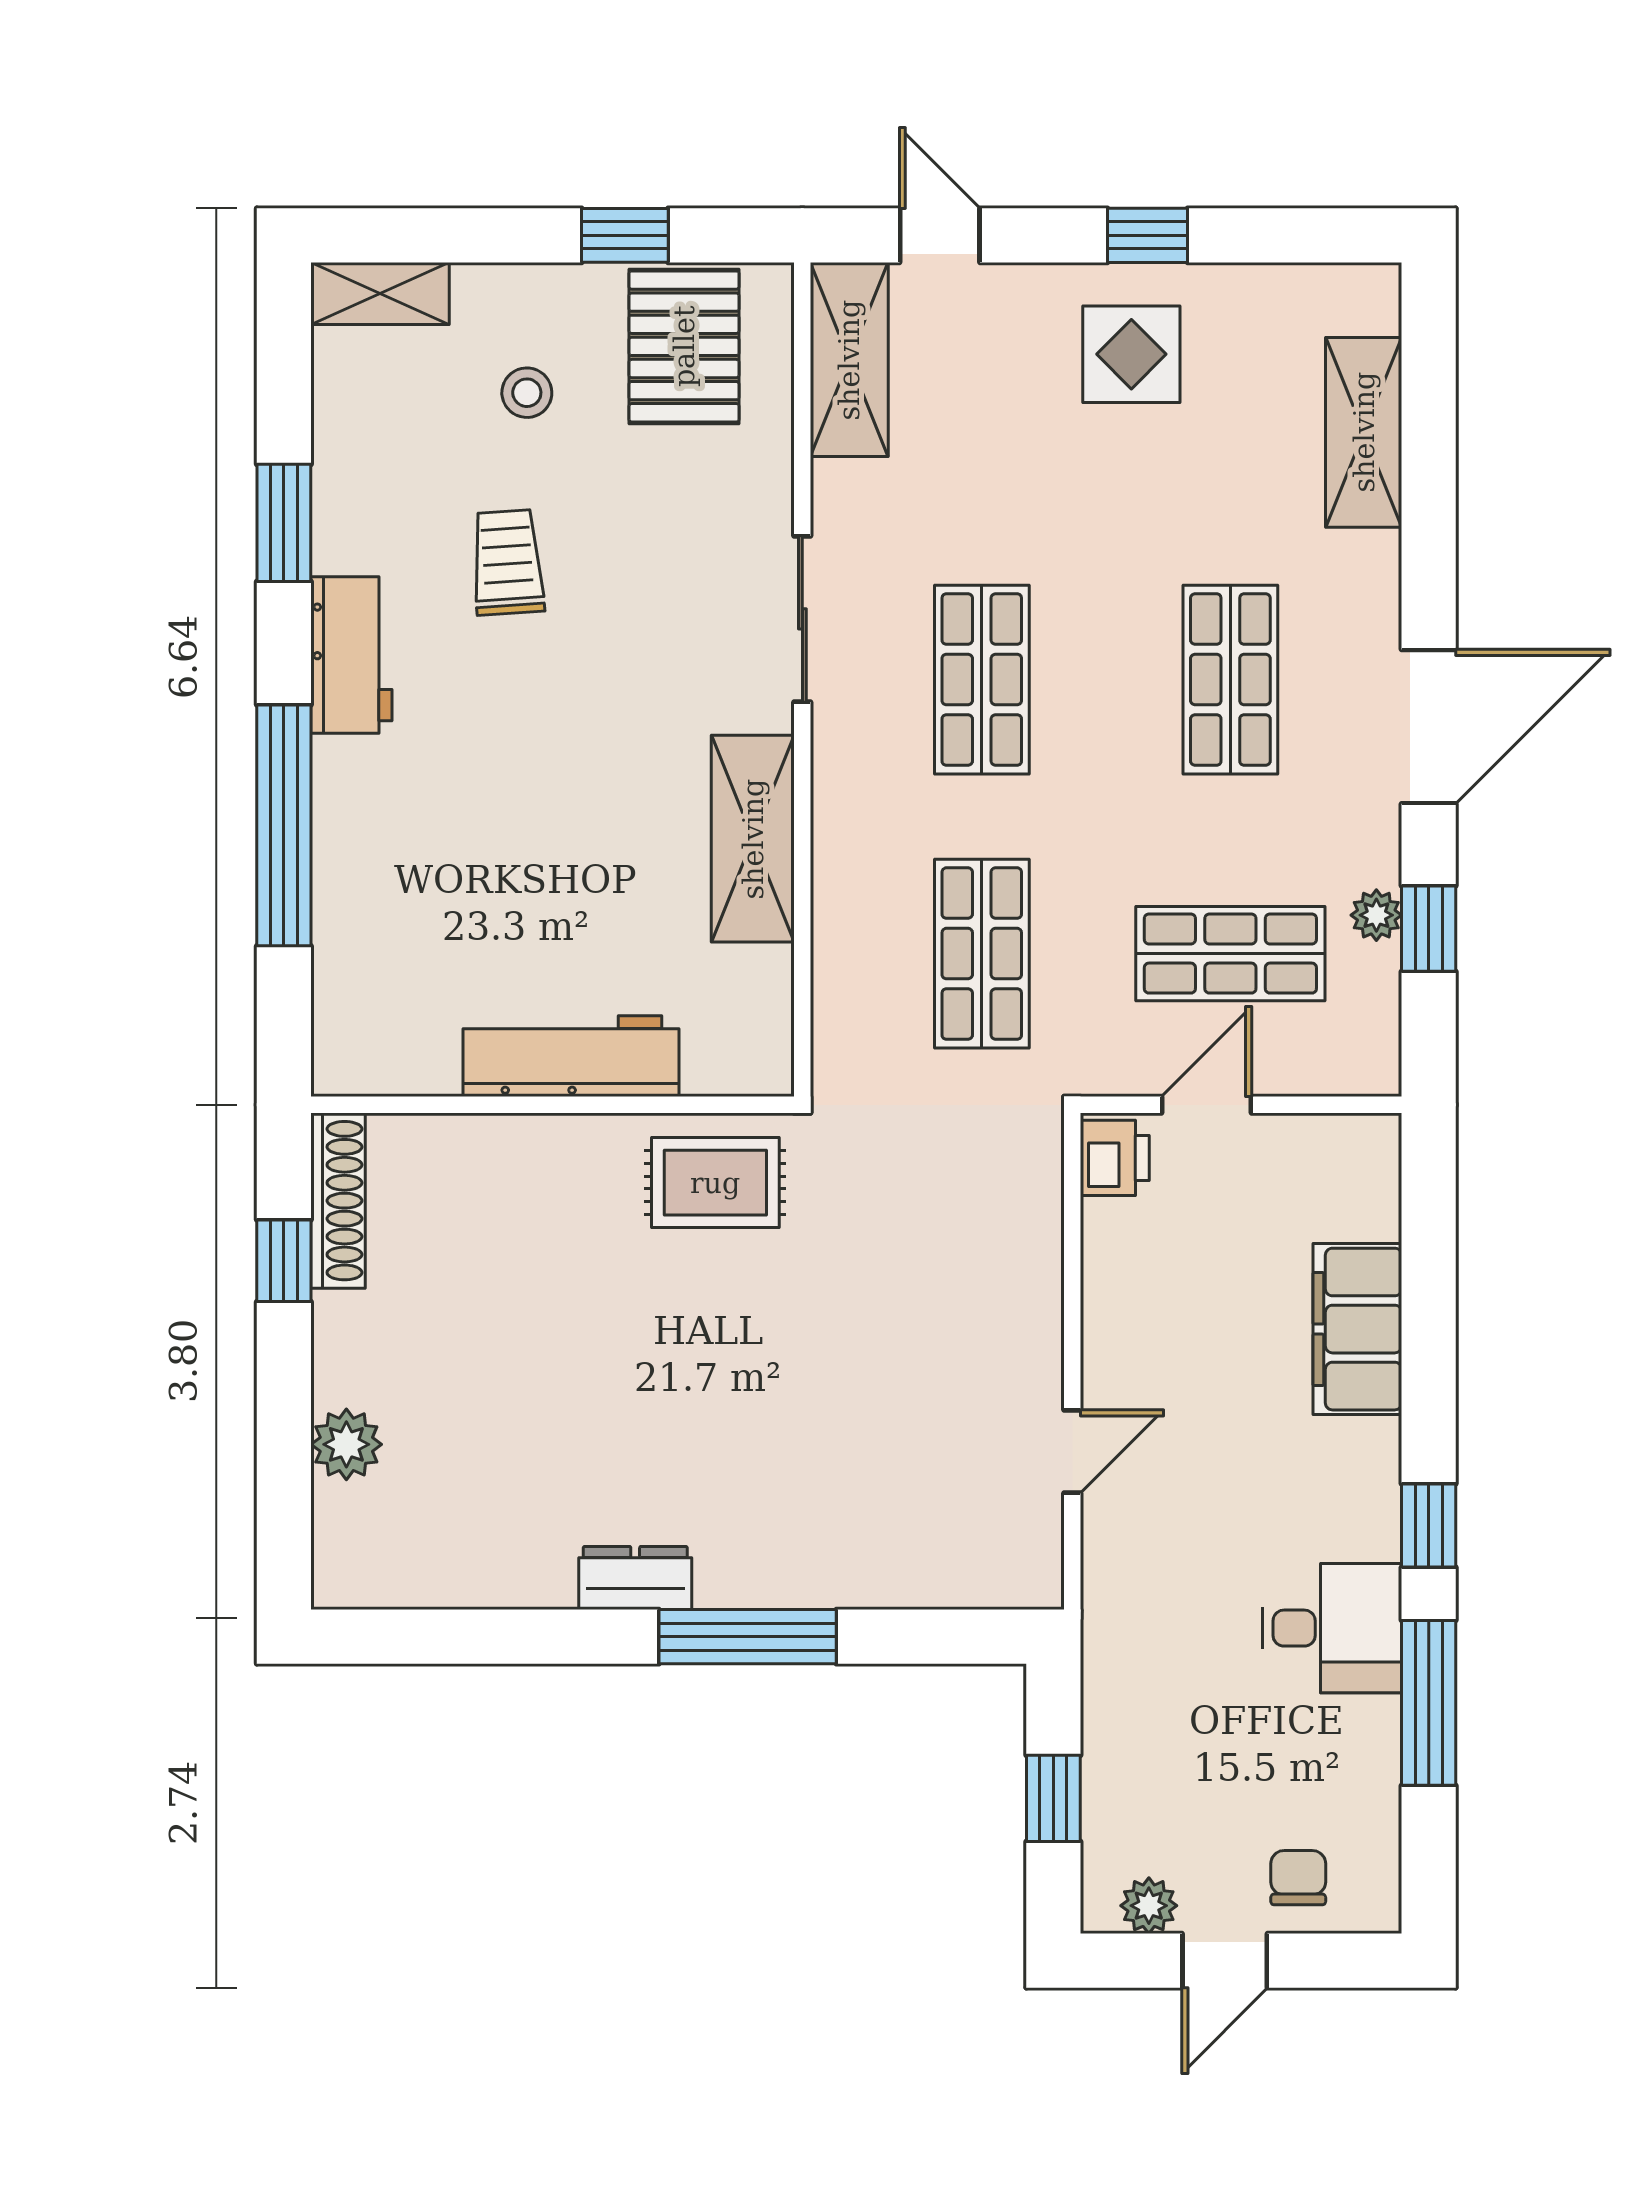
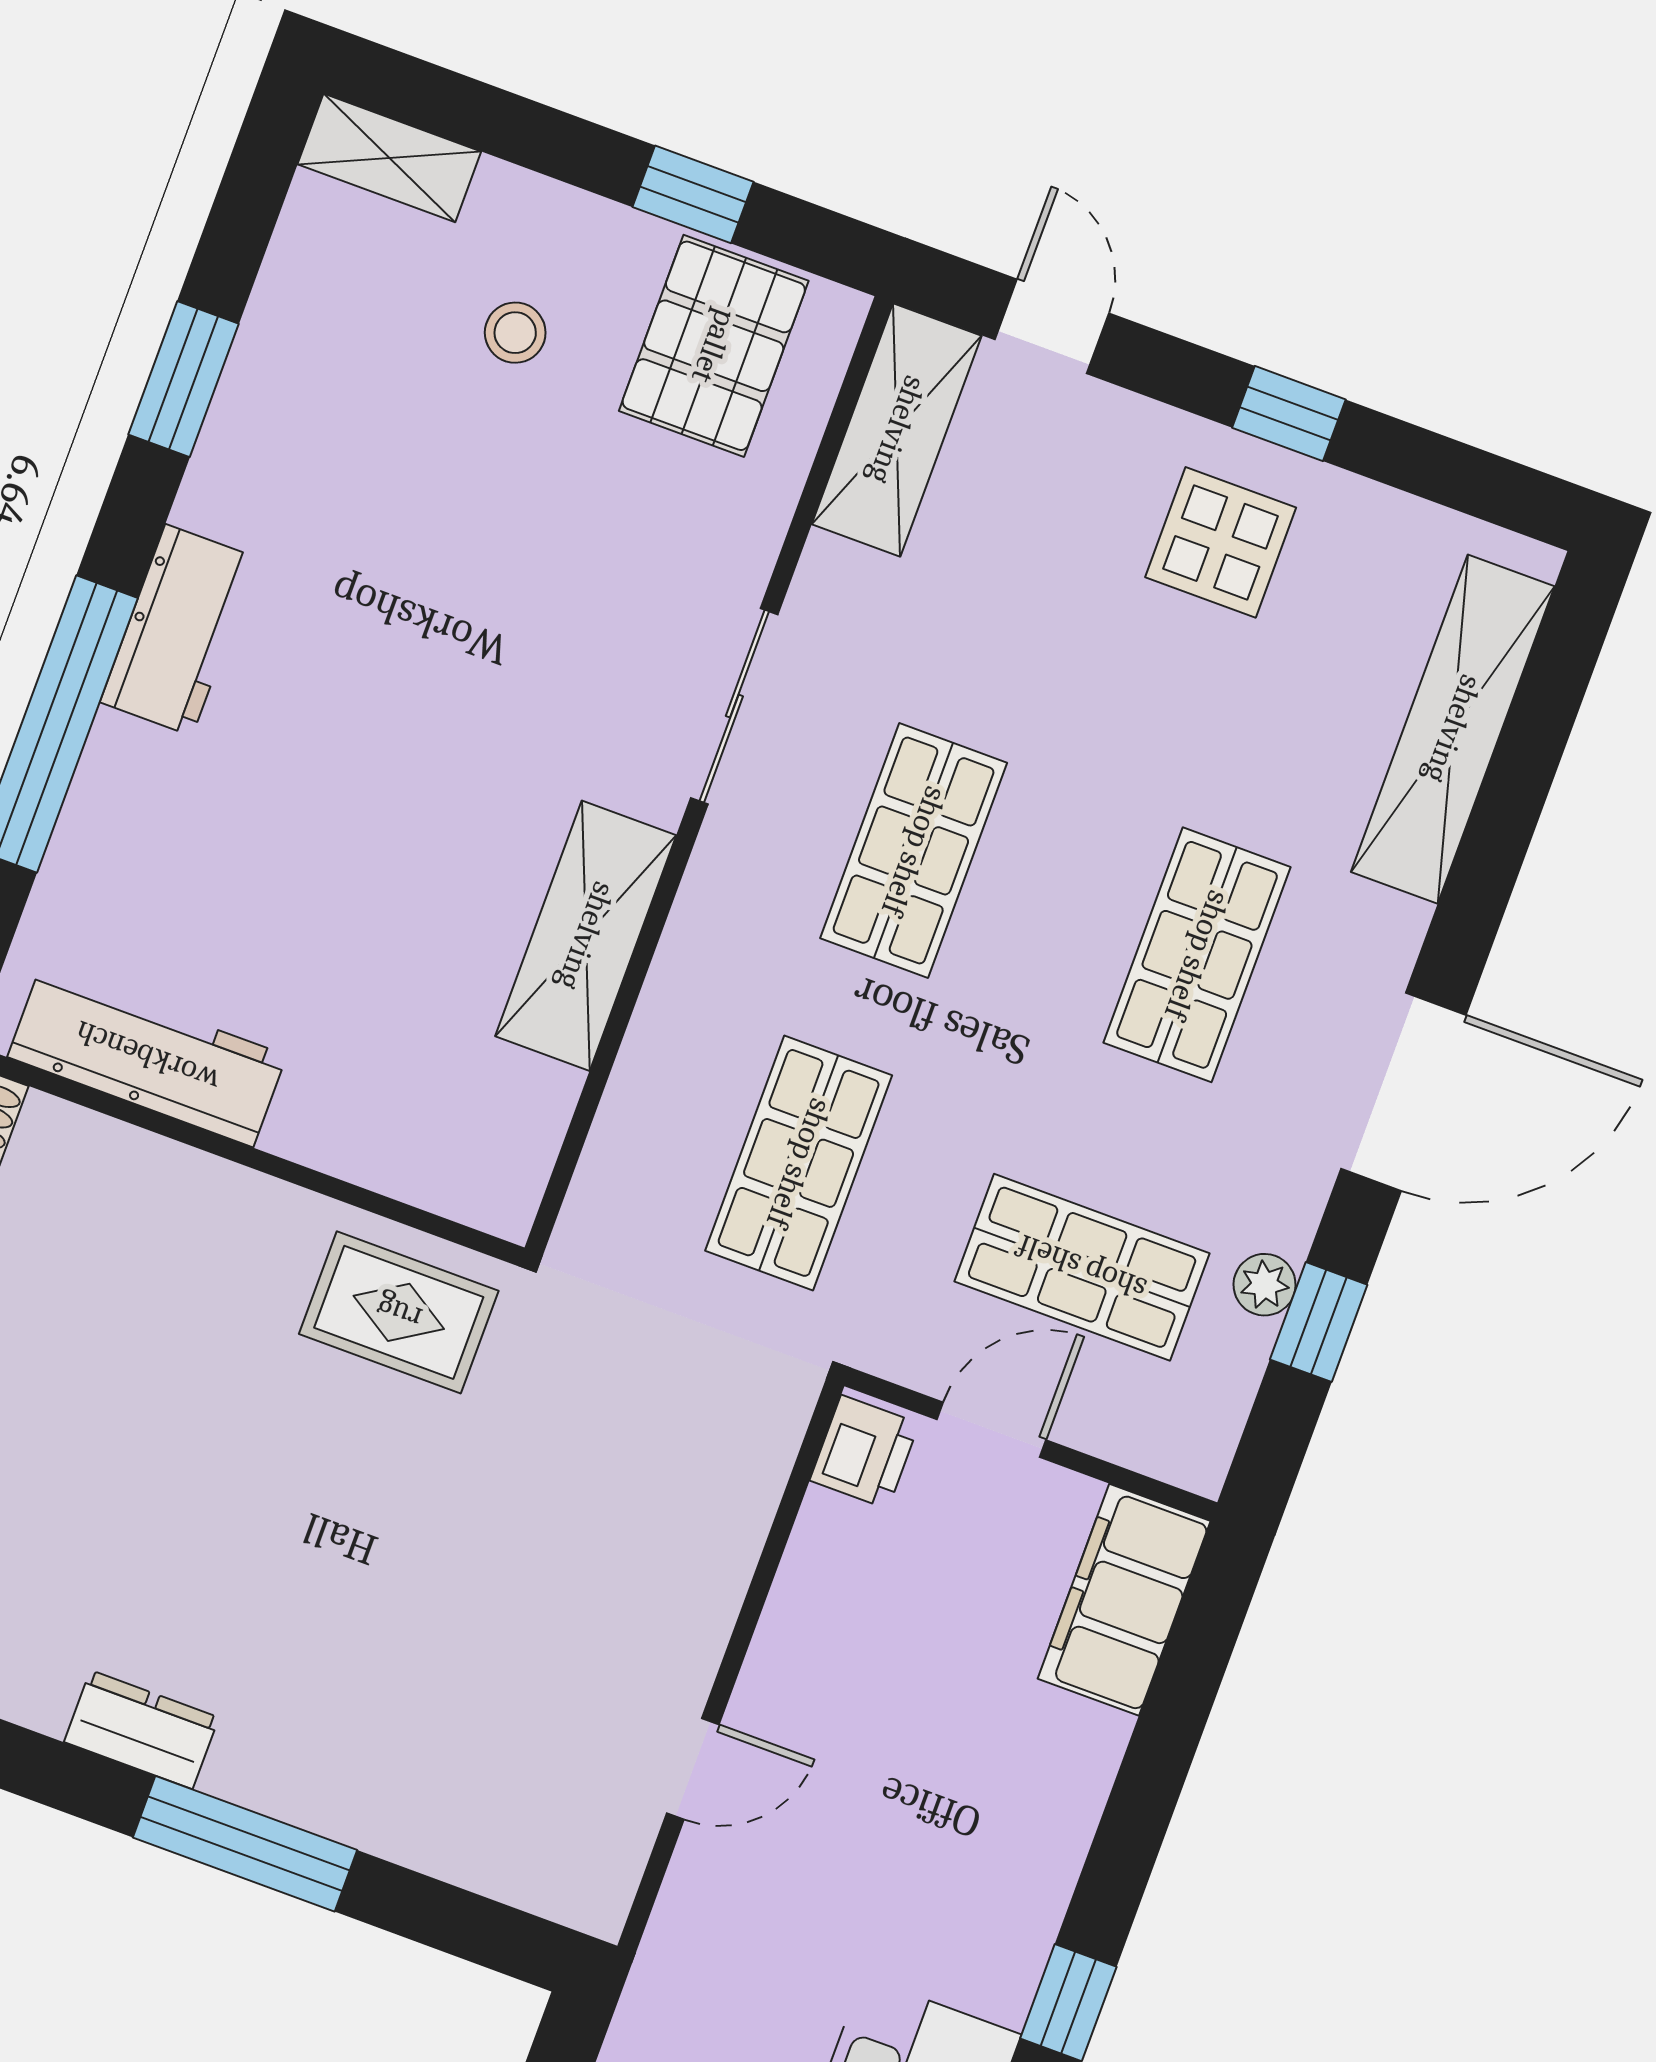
shelving: (1364, 432) -> (1453, 729), width x1.47
trolley: (507, 562) -> (422, 518), removed
workbench: (351, 655) -> (179, 630), moved
workbench: (571, 1056) -> (147, 1056), moved
filing cabinet: (1357, 1329) -> (1124, 1600), moved

